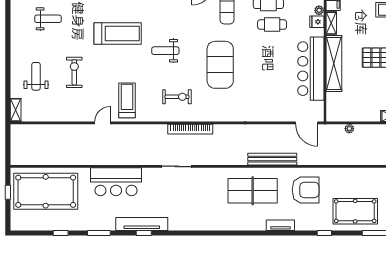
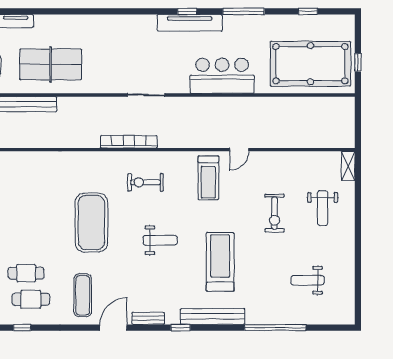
treadmill: (118, 33) -> (220, 262), turned 90
window: (61, 233) -> (308, 11), moved
window: (99, 233) -> (244, 11), width x1.44

